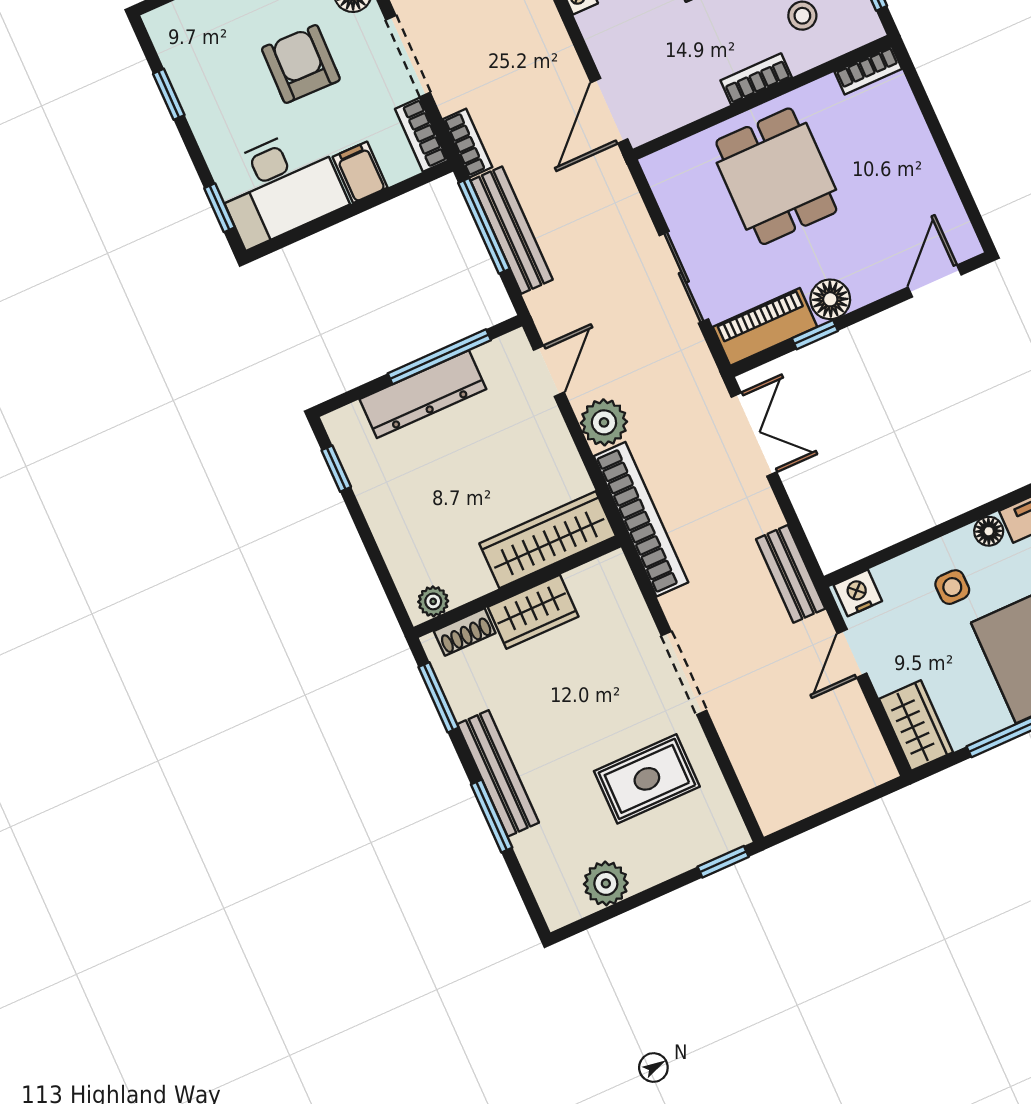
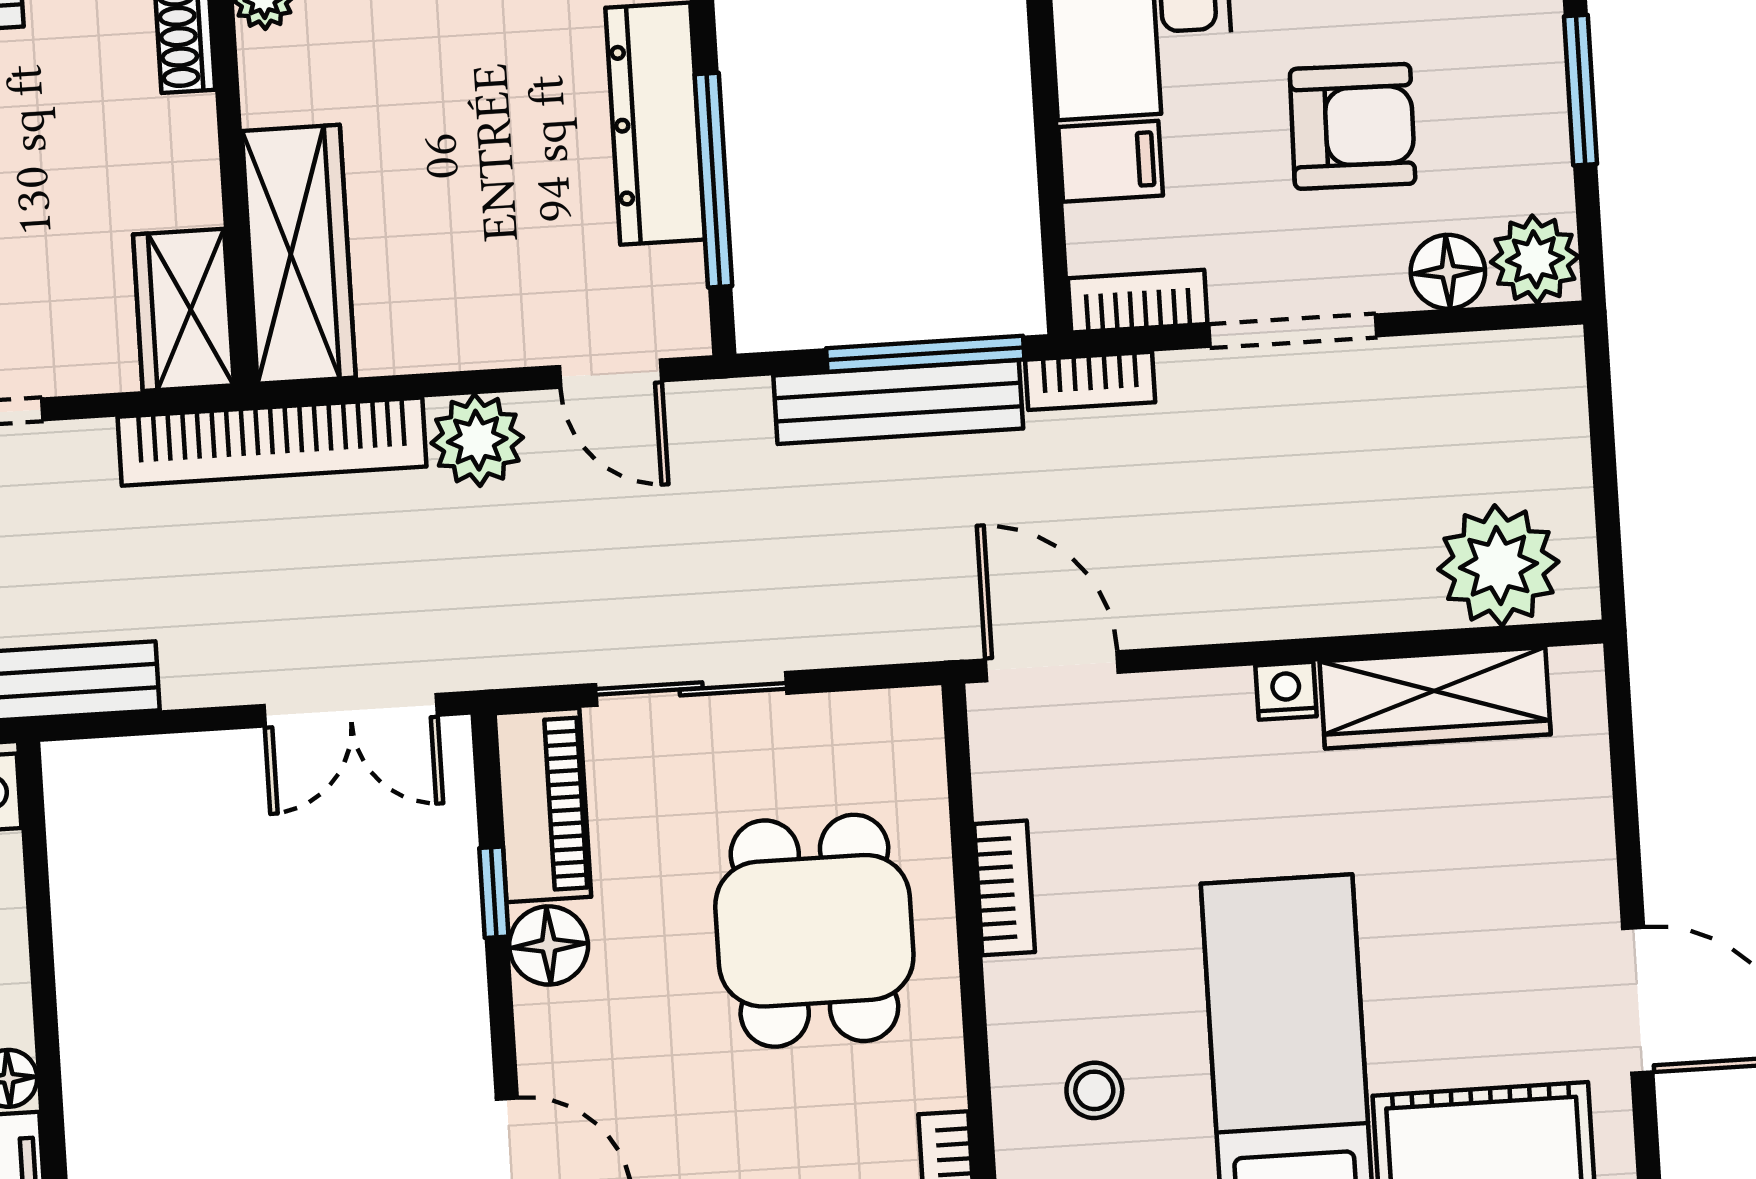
bookcase: (756, 79) -> (1005, 888), moved
dining table: (776, 176) -> (814, 931), turned 90
wardrobe: (533, 612) -> (183, 310), moved

